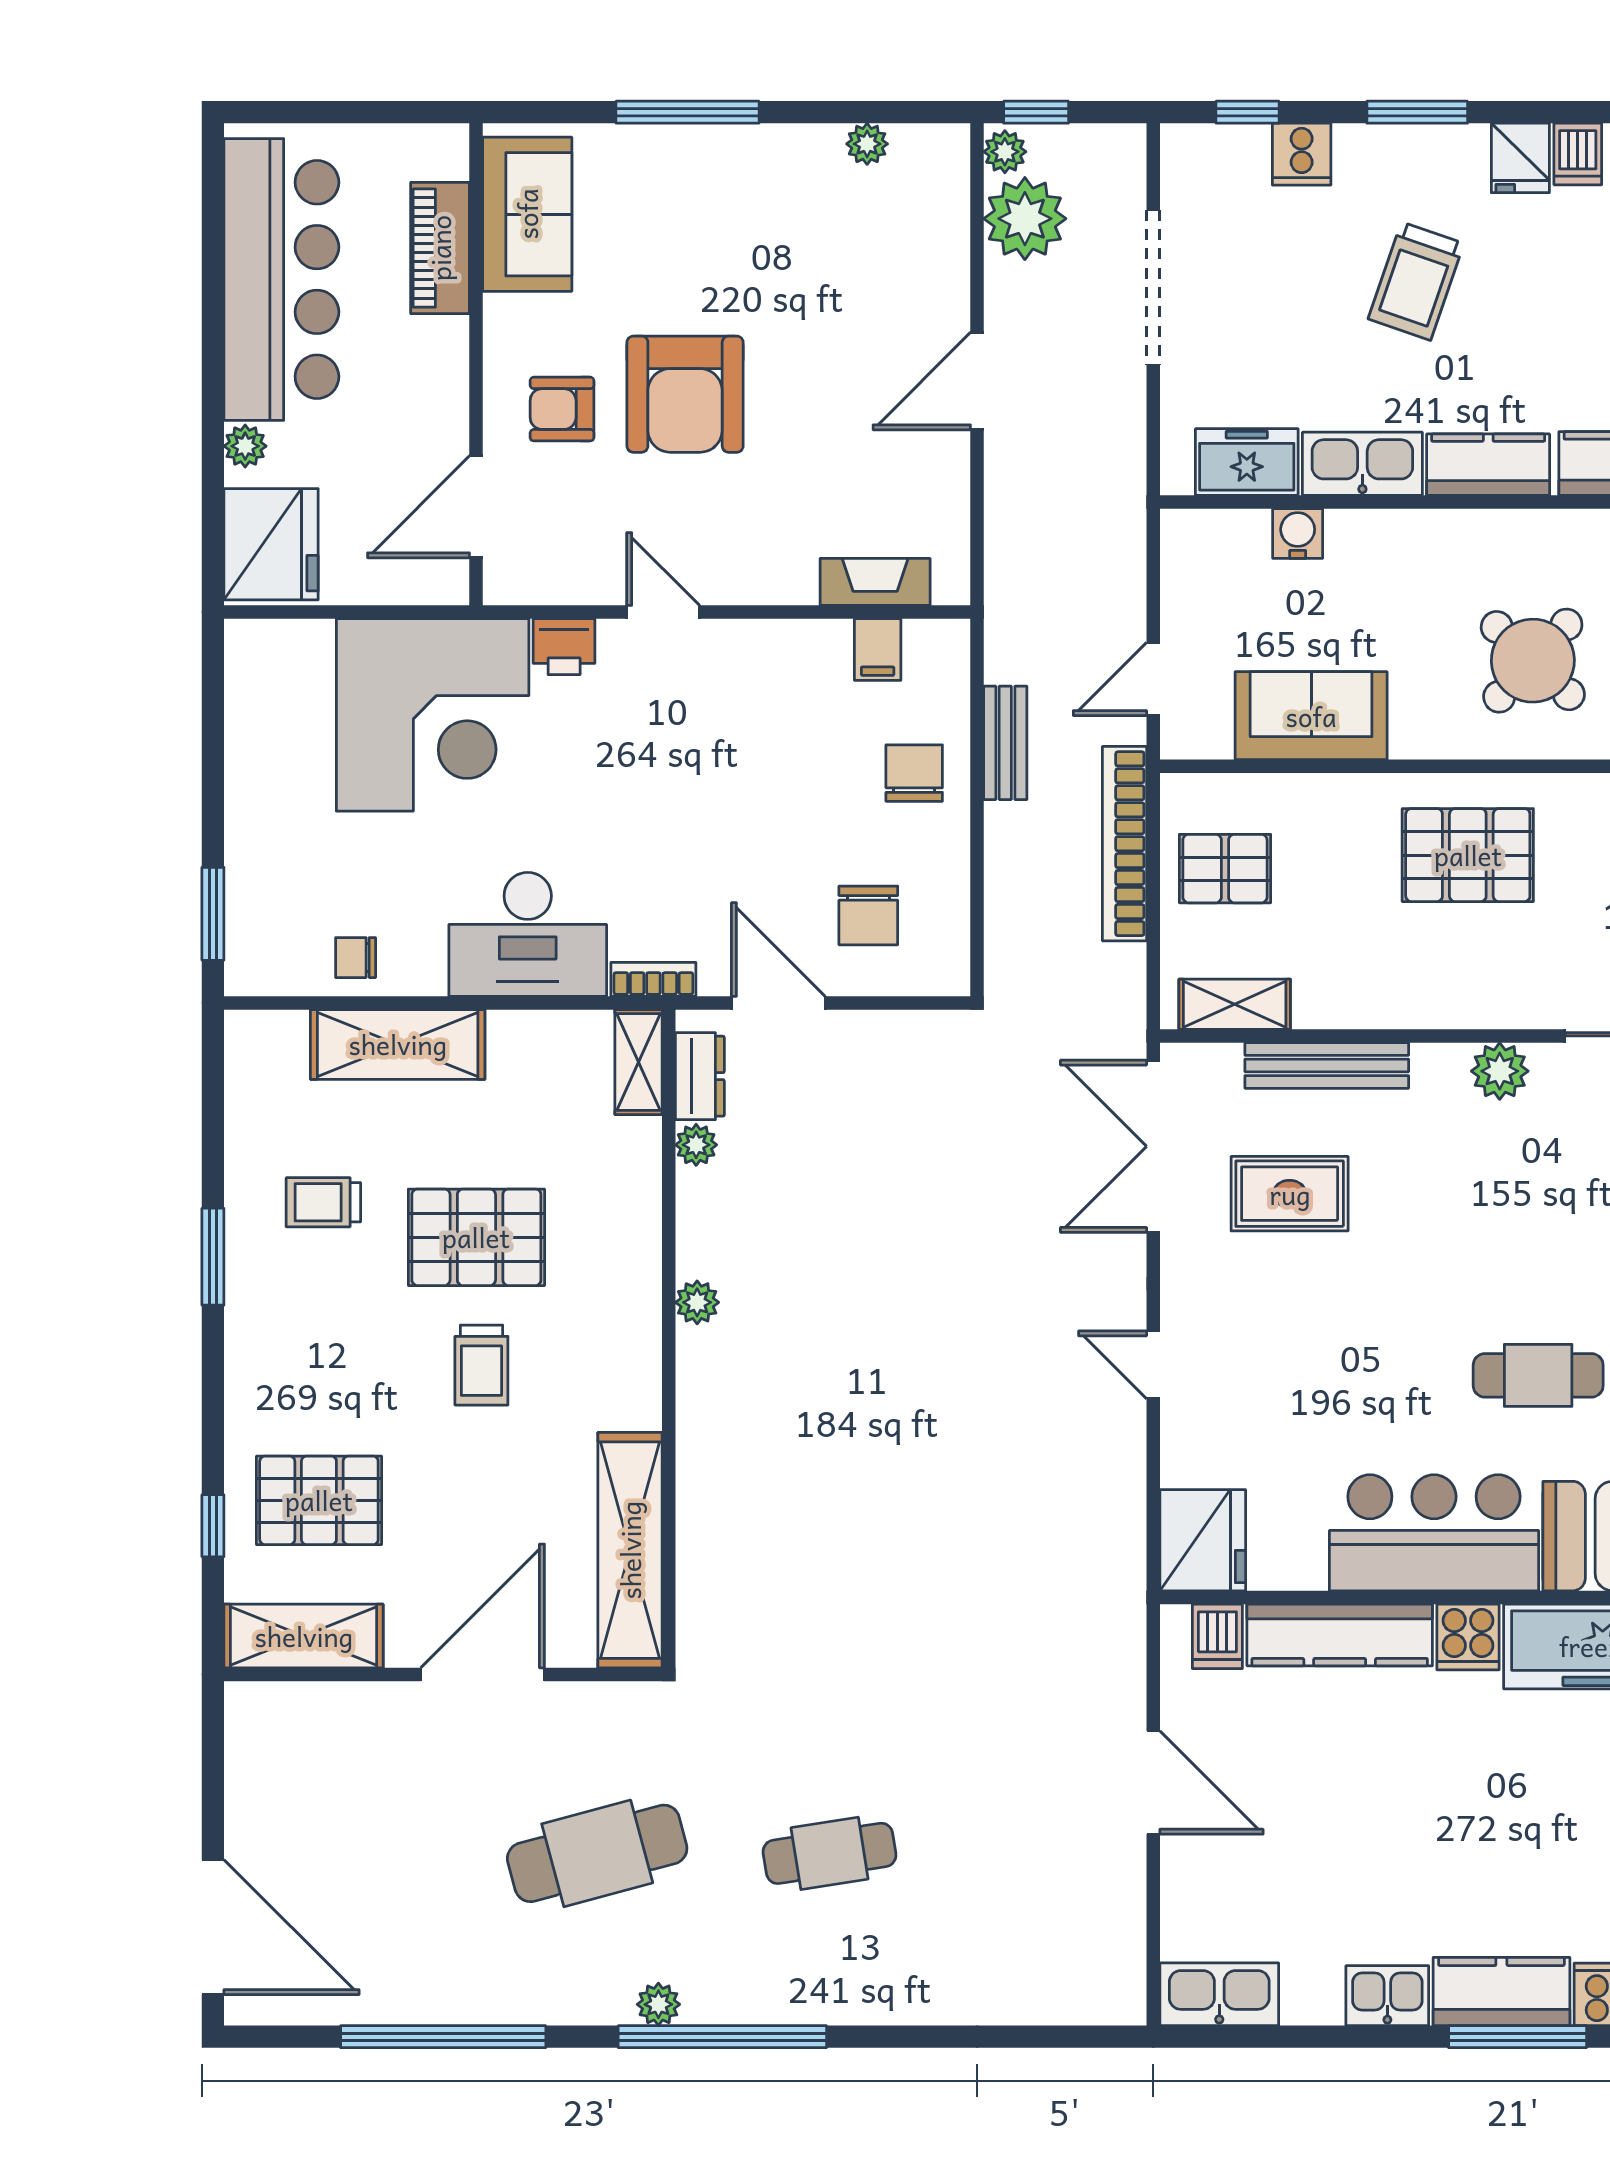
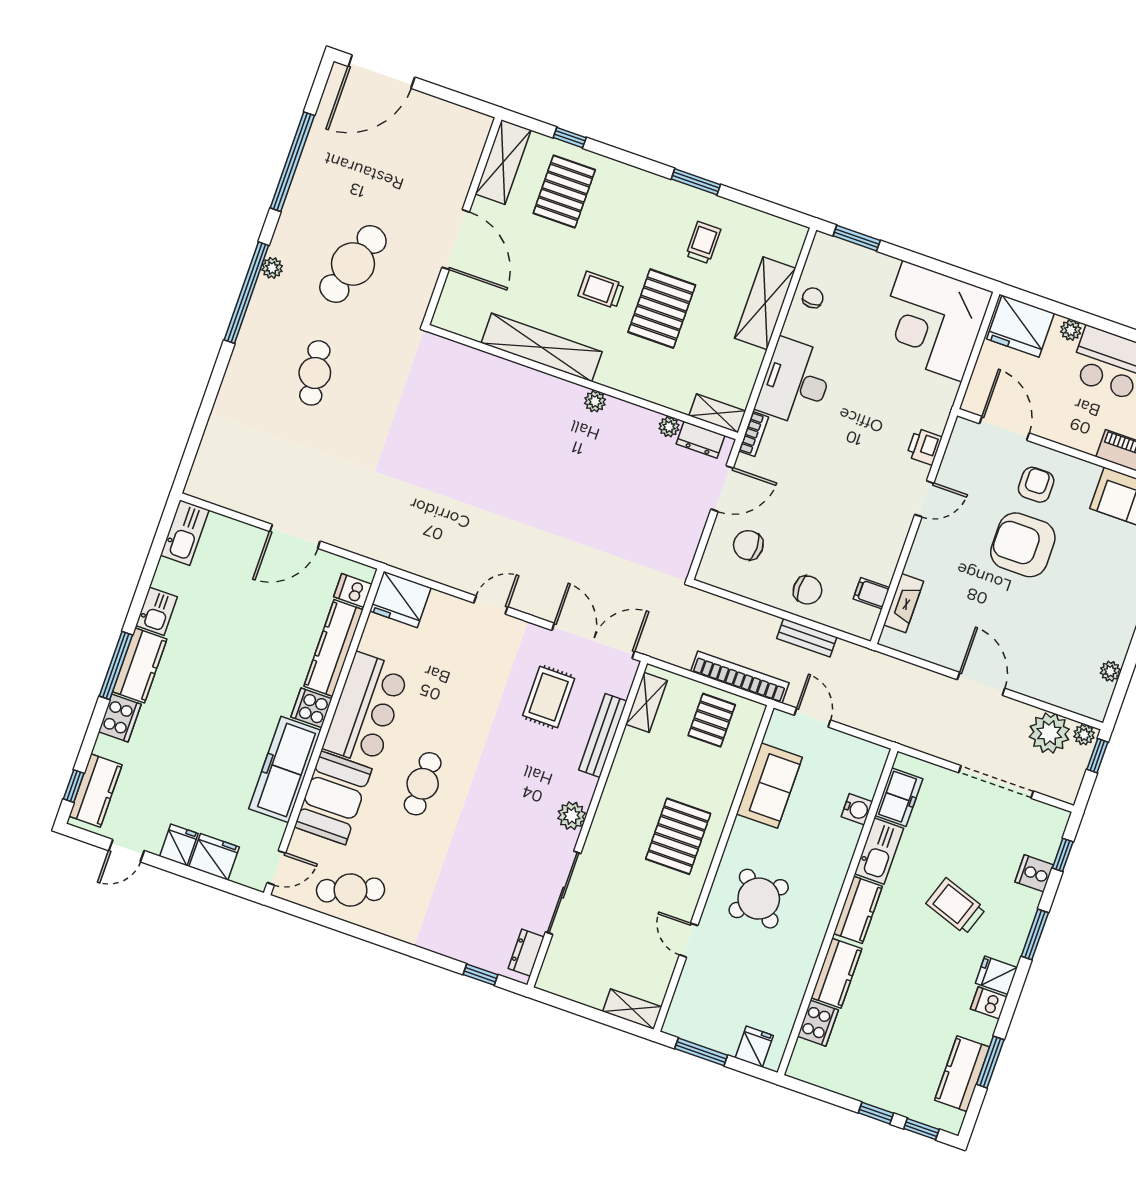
corner desk: (433, 715) -> (932, 321), moved
shelving: (630, 1550) -> (542, 347), moved
cafe table: (597, 1853) -> (353, 264), turned 33

